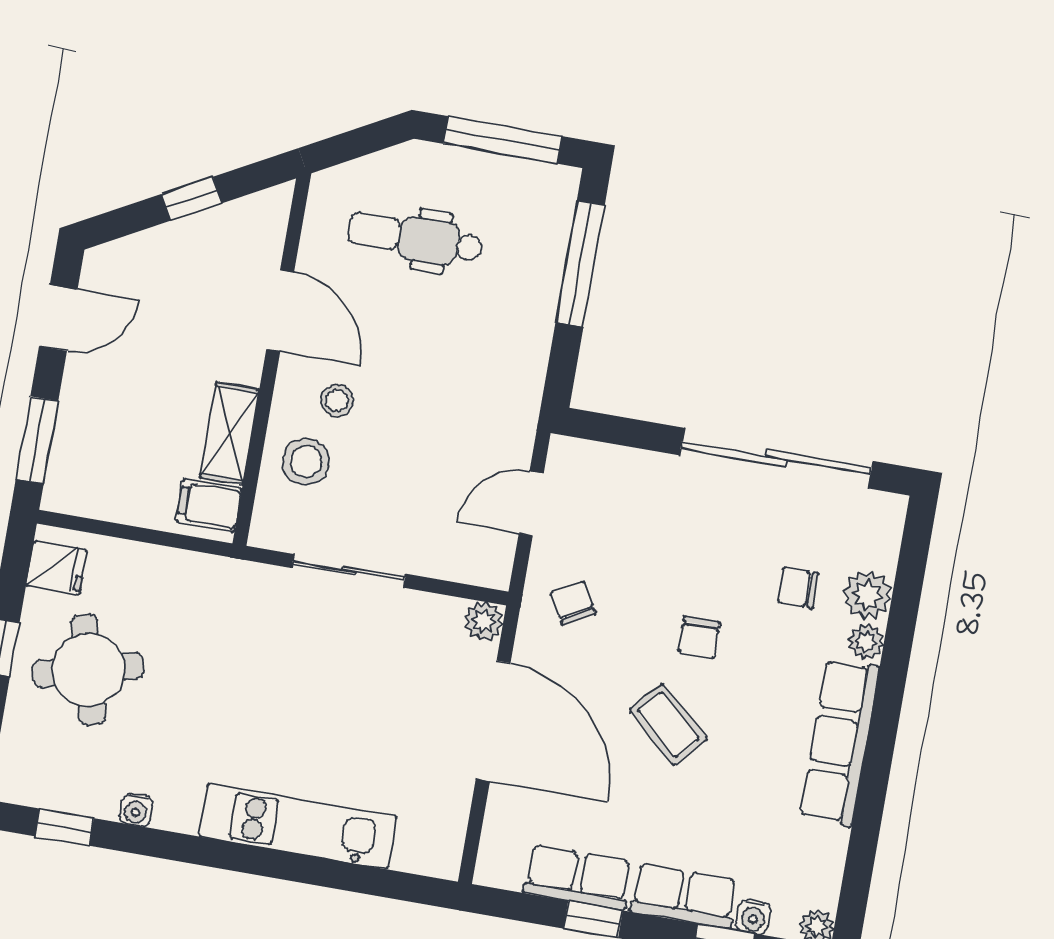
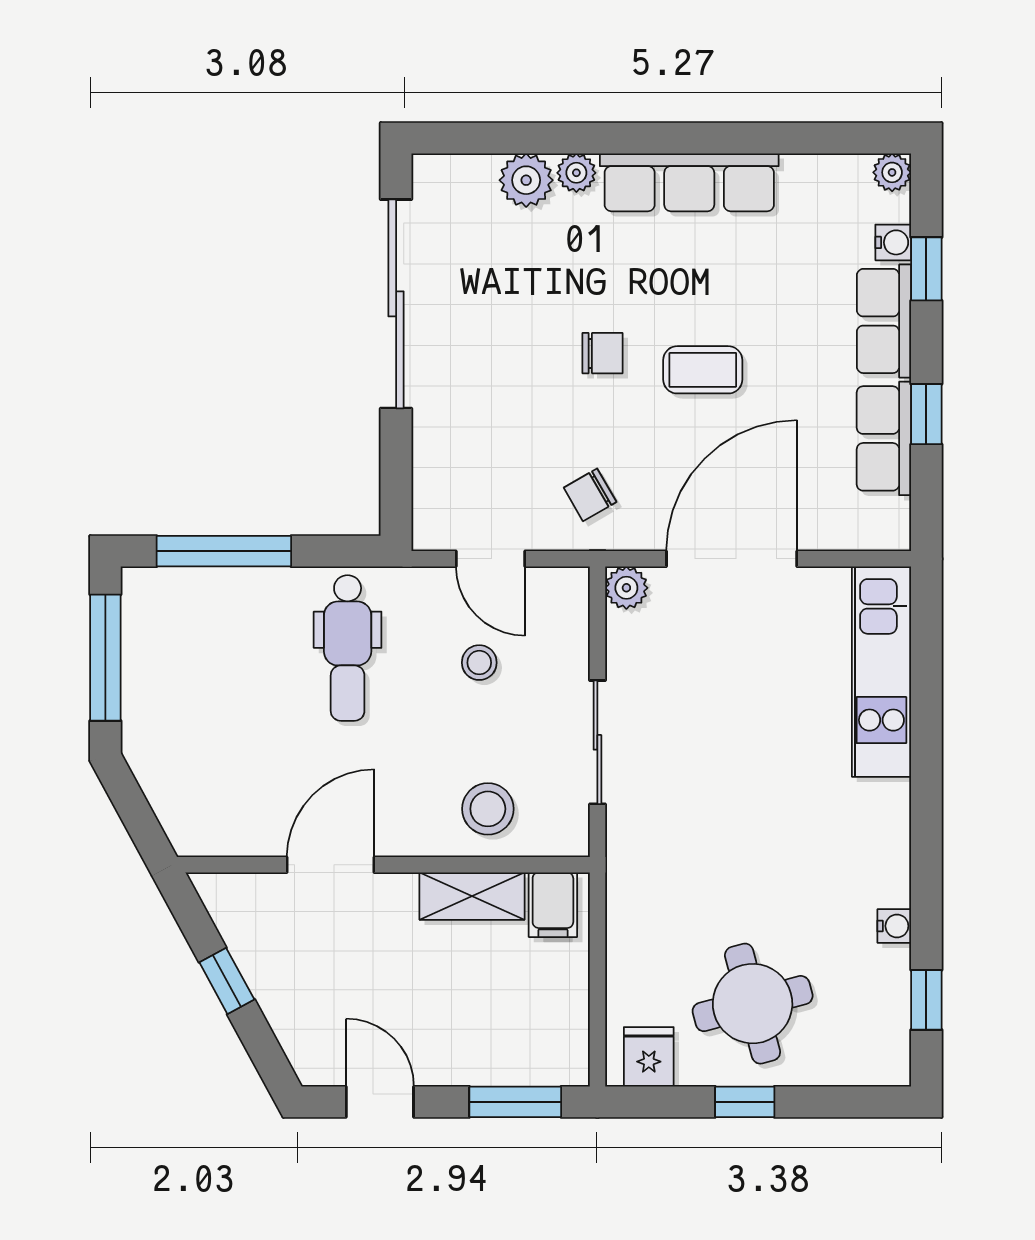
dental chair: (415, 238) -> (348, 648), moved
stool: (337, 401) -> (479, 663), moved
chair: (798, 588) -> (531, 256), removed
coffee table: (668, 725) -> (703, 370), turned 49
kitchen unit: (298, 826) -> (881, 672), moved

